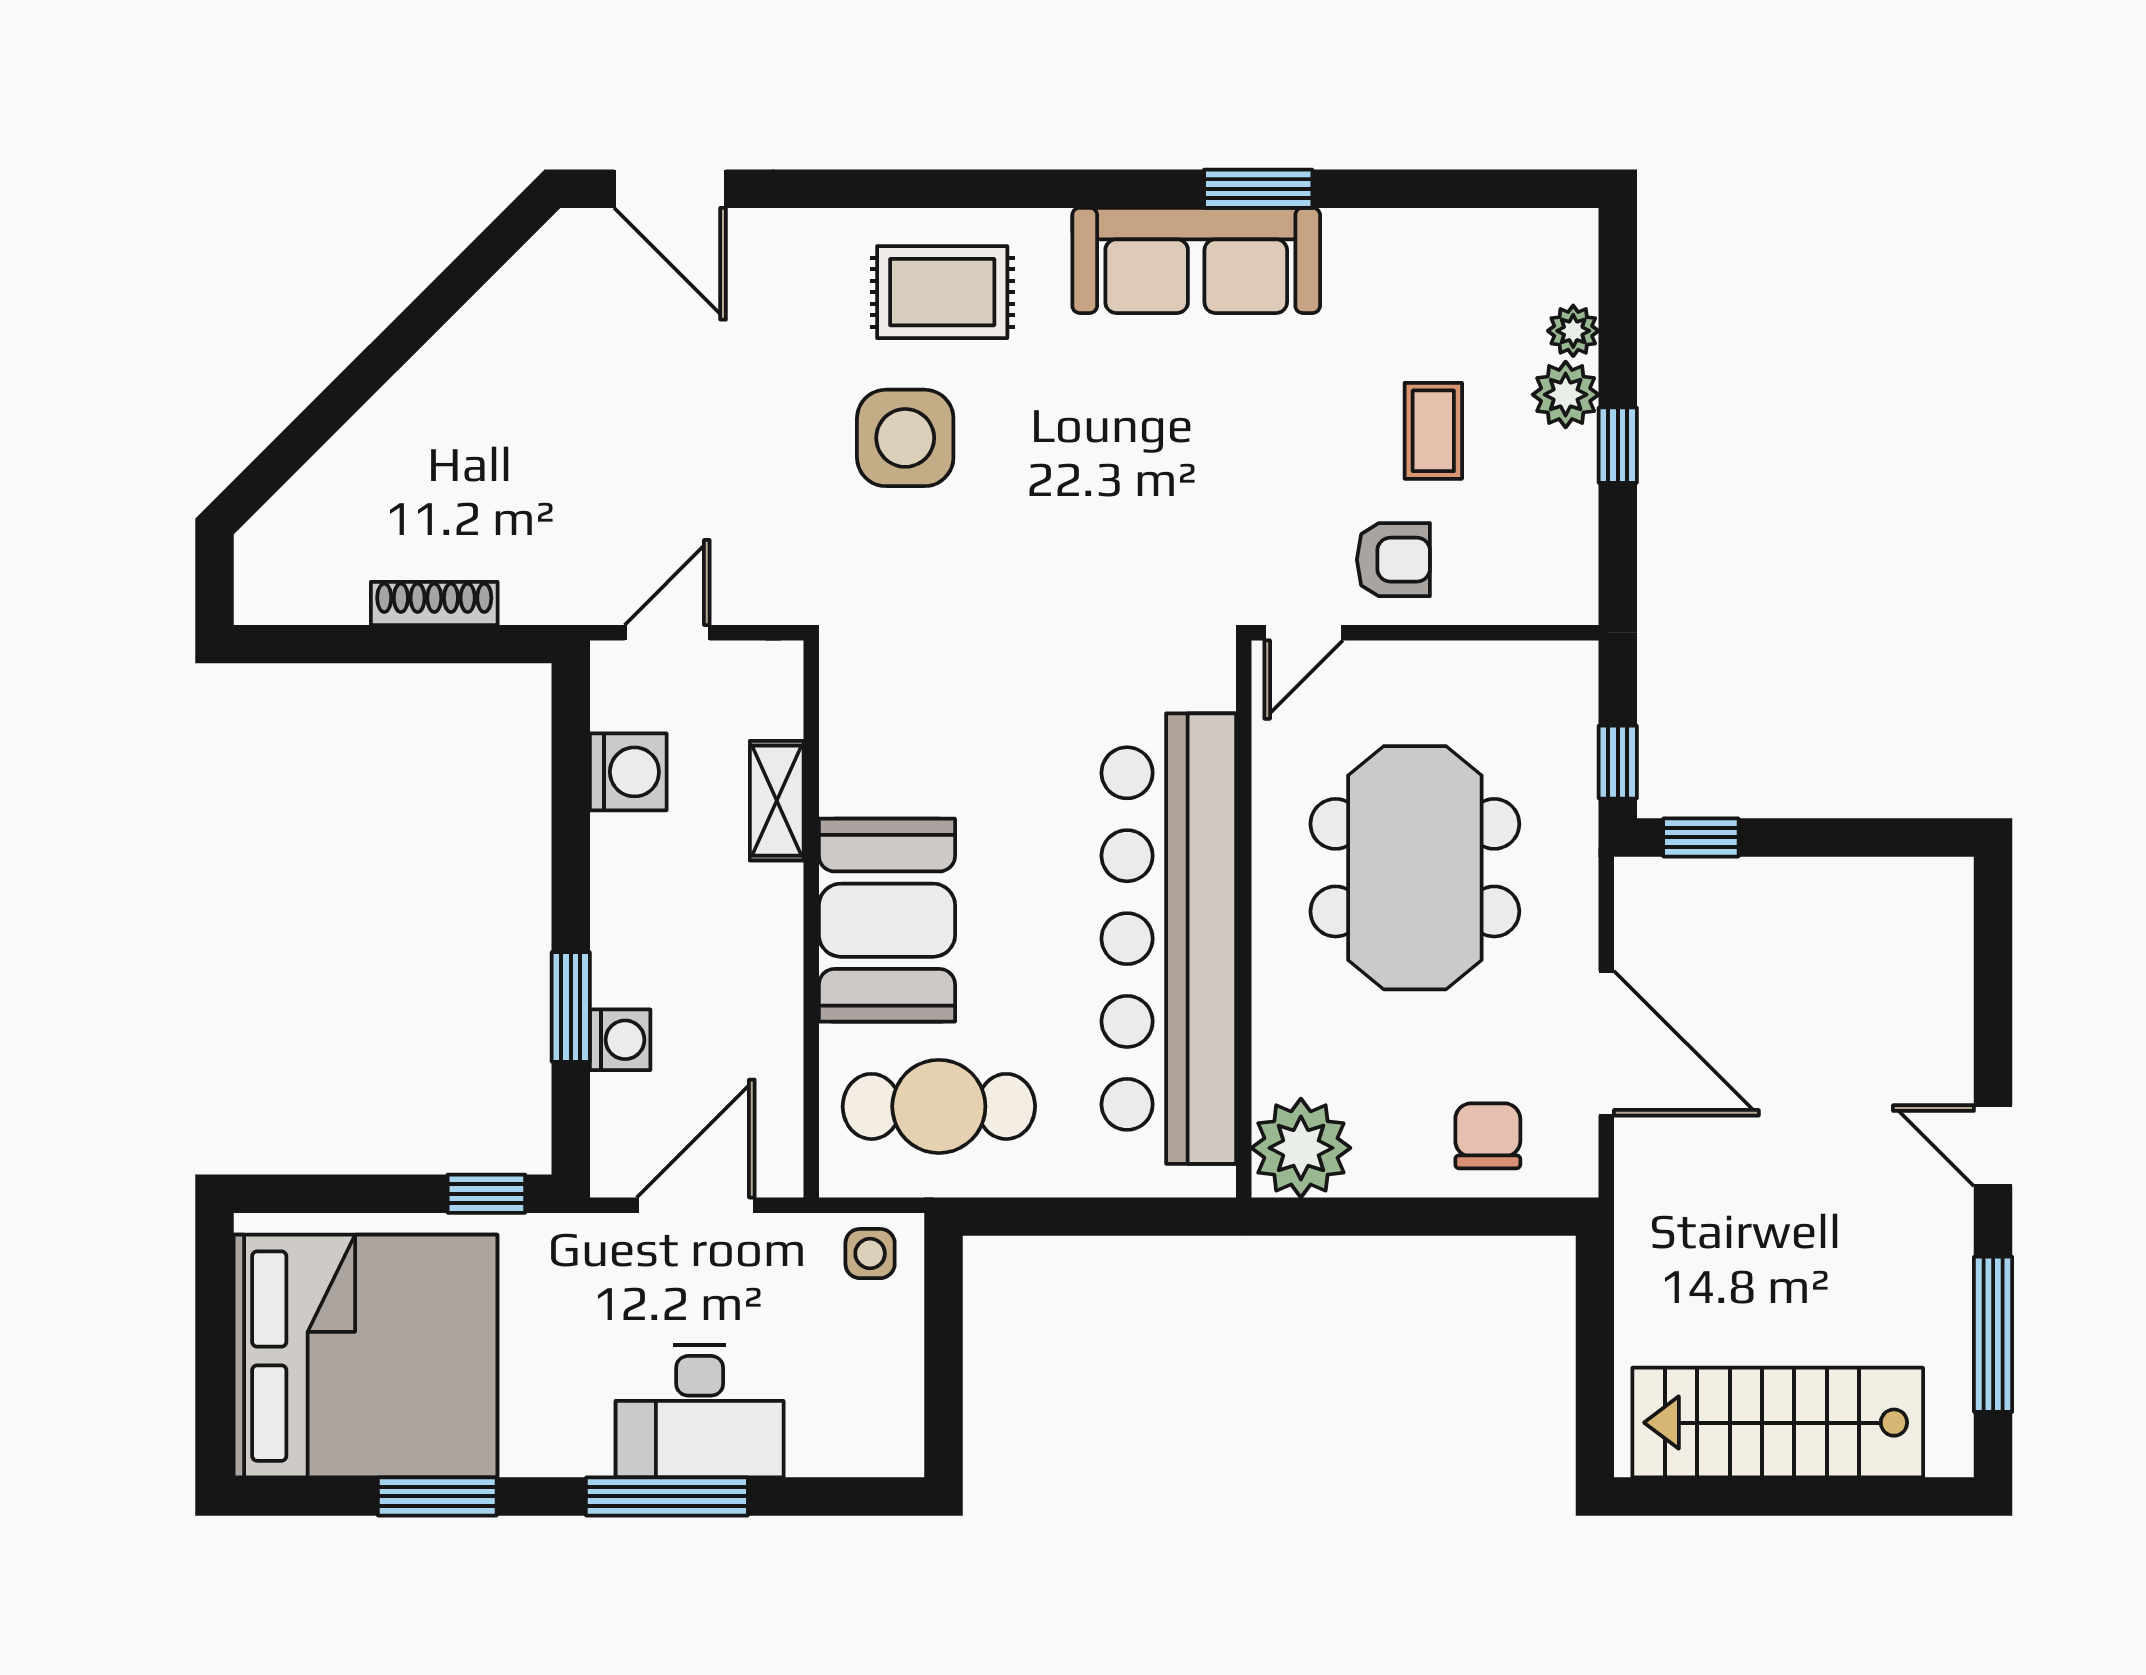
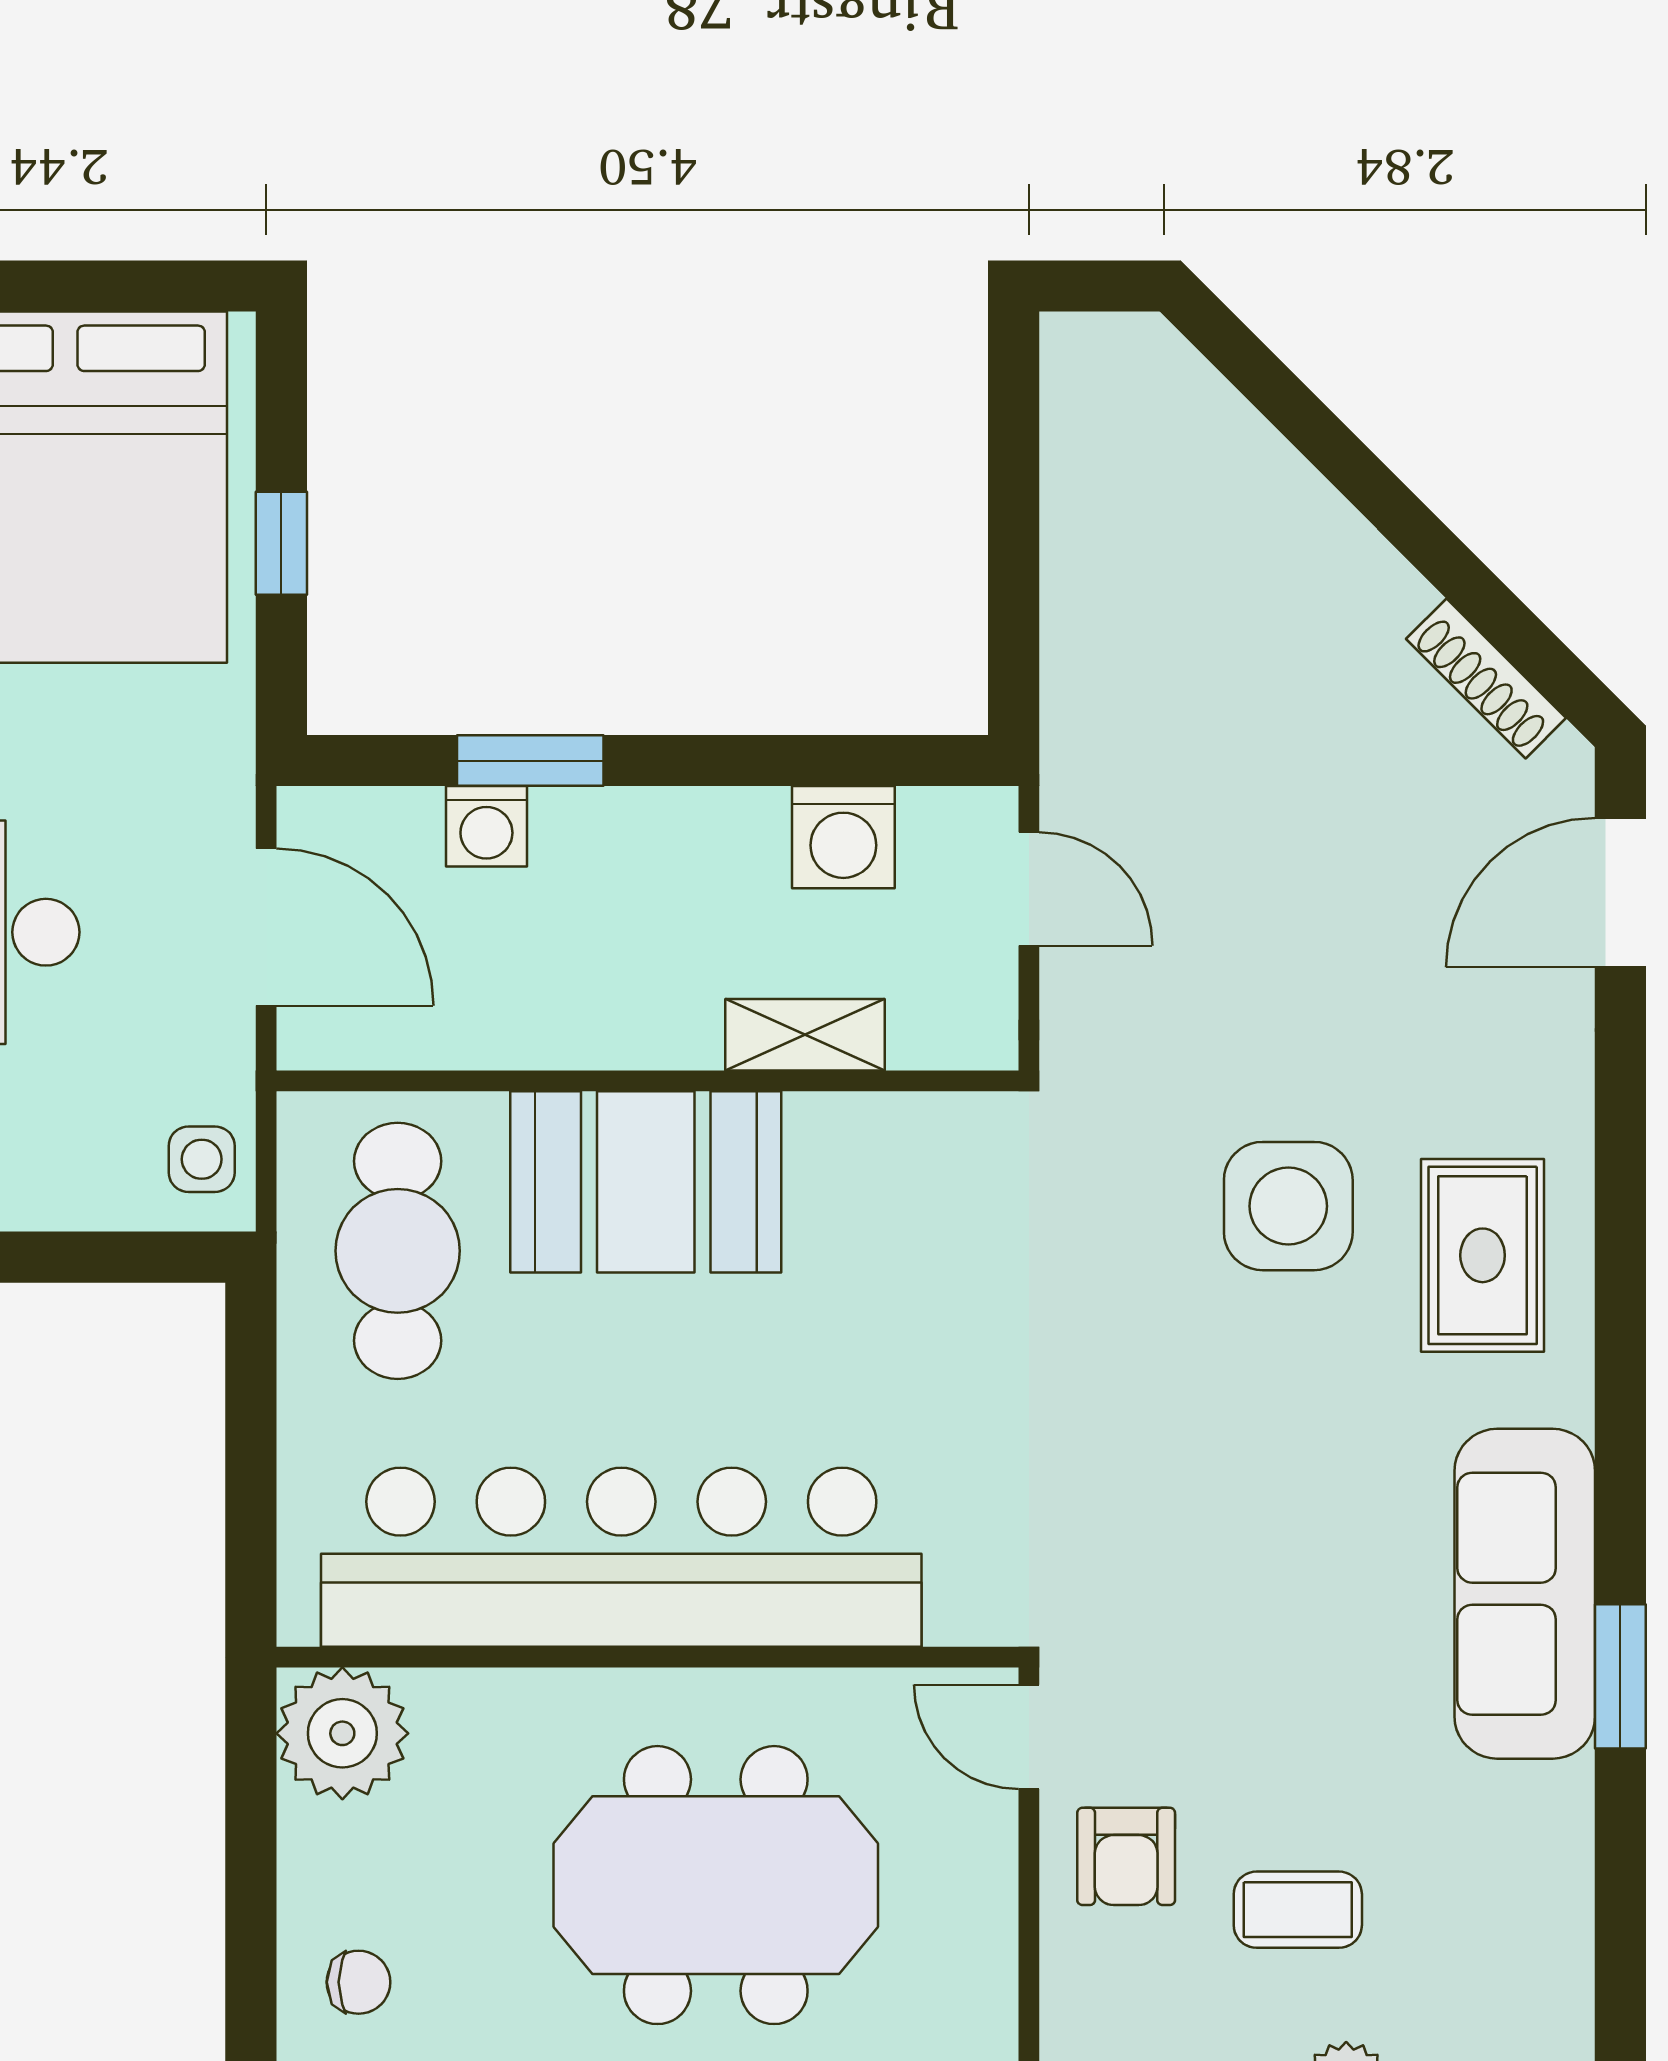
shoe rack: (434, 603) -> (1486, 678), moved, turned 135
chair: (1488, 1136) -> (359, 1982), width x0.73, depth x0.73
window: (486, 1194) -> (281, 543), moved

